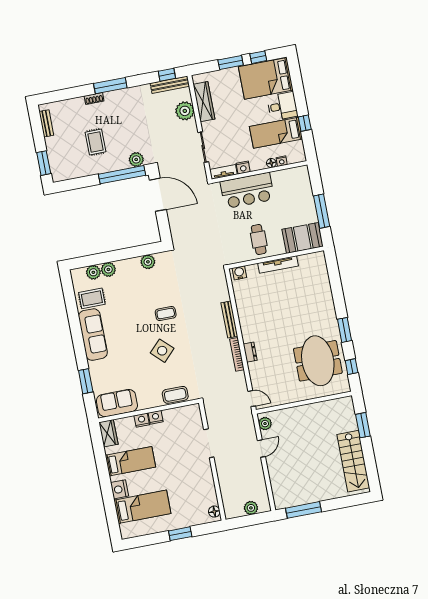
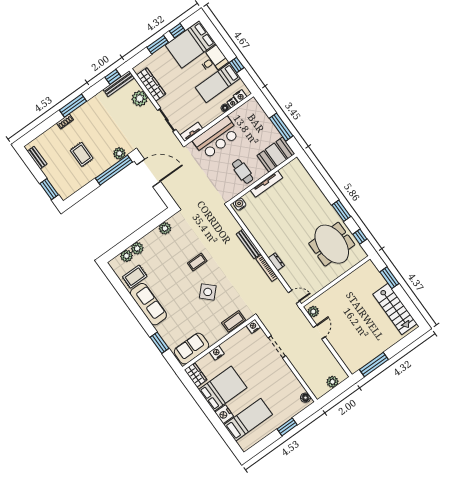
nightstand: (243, 168) -> (240, 96), moved
nightstand: (156, 417) -> (253, 326), moved
bed: (130, 461) -> (223, 389), width x1.50

